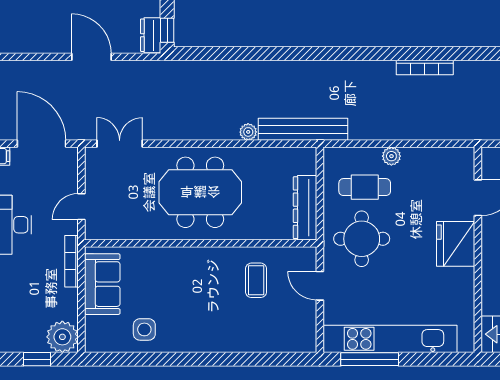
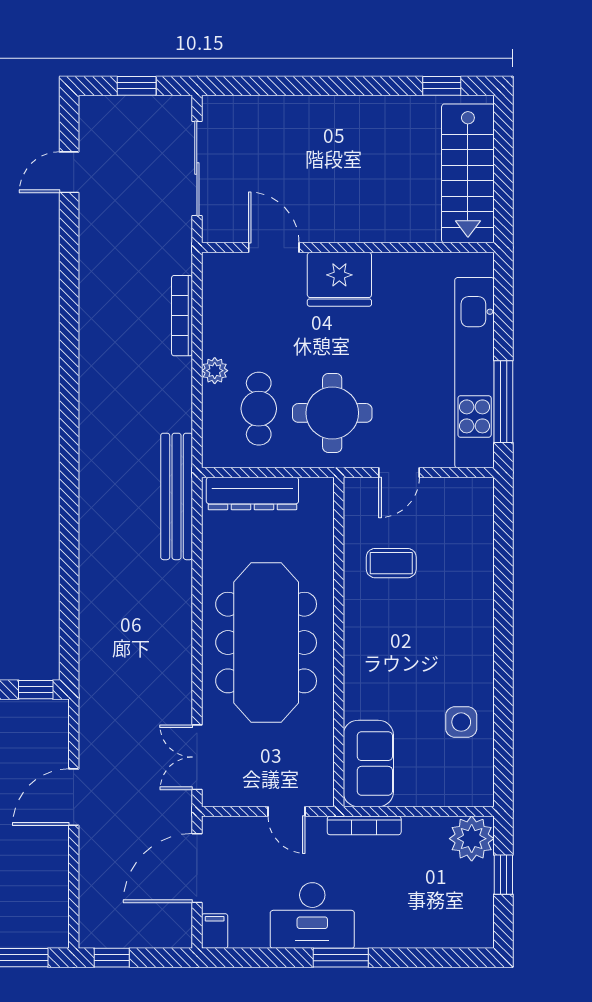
dresser: (151, 35) -> (43, 713), removed
bookcase: (425, 67) -> (182, 316), moved, turned 180
plant: (248, 132) -> (180, 574), removed
meeting table: (200, 192) -> (266, 643), width x1.36
dresser: (305, 208) -> (252, 494), moved
sofa: (102, 284) -> (368, 763), moved, turned 90

